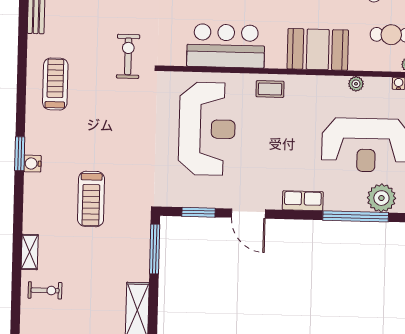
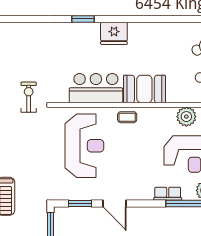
booth: (318, 49) -> (144, 89), moved
plant: (356, 84) -> (186, 117), width x1.88, depth x1.88
row of seats: (303, 201) -> (168, 194), moved

